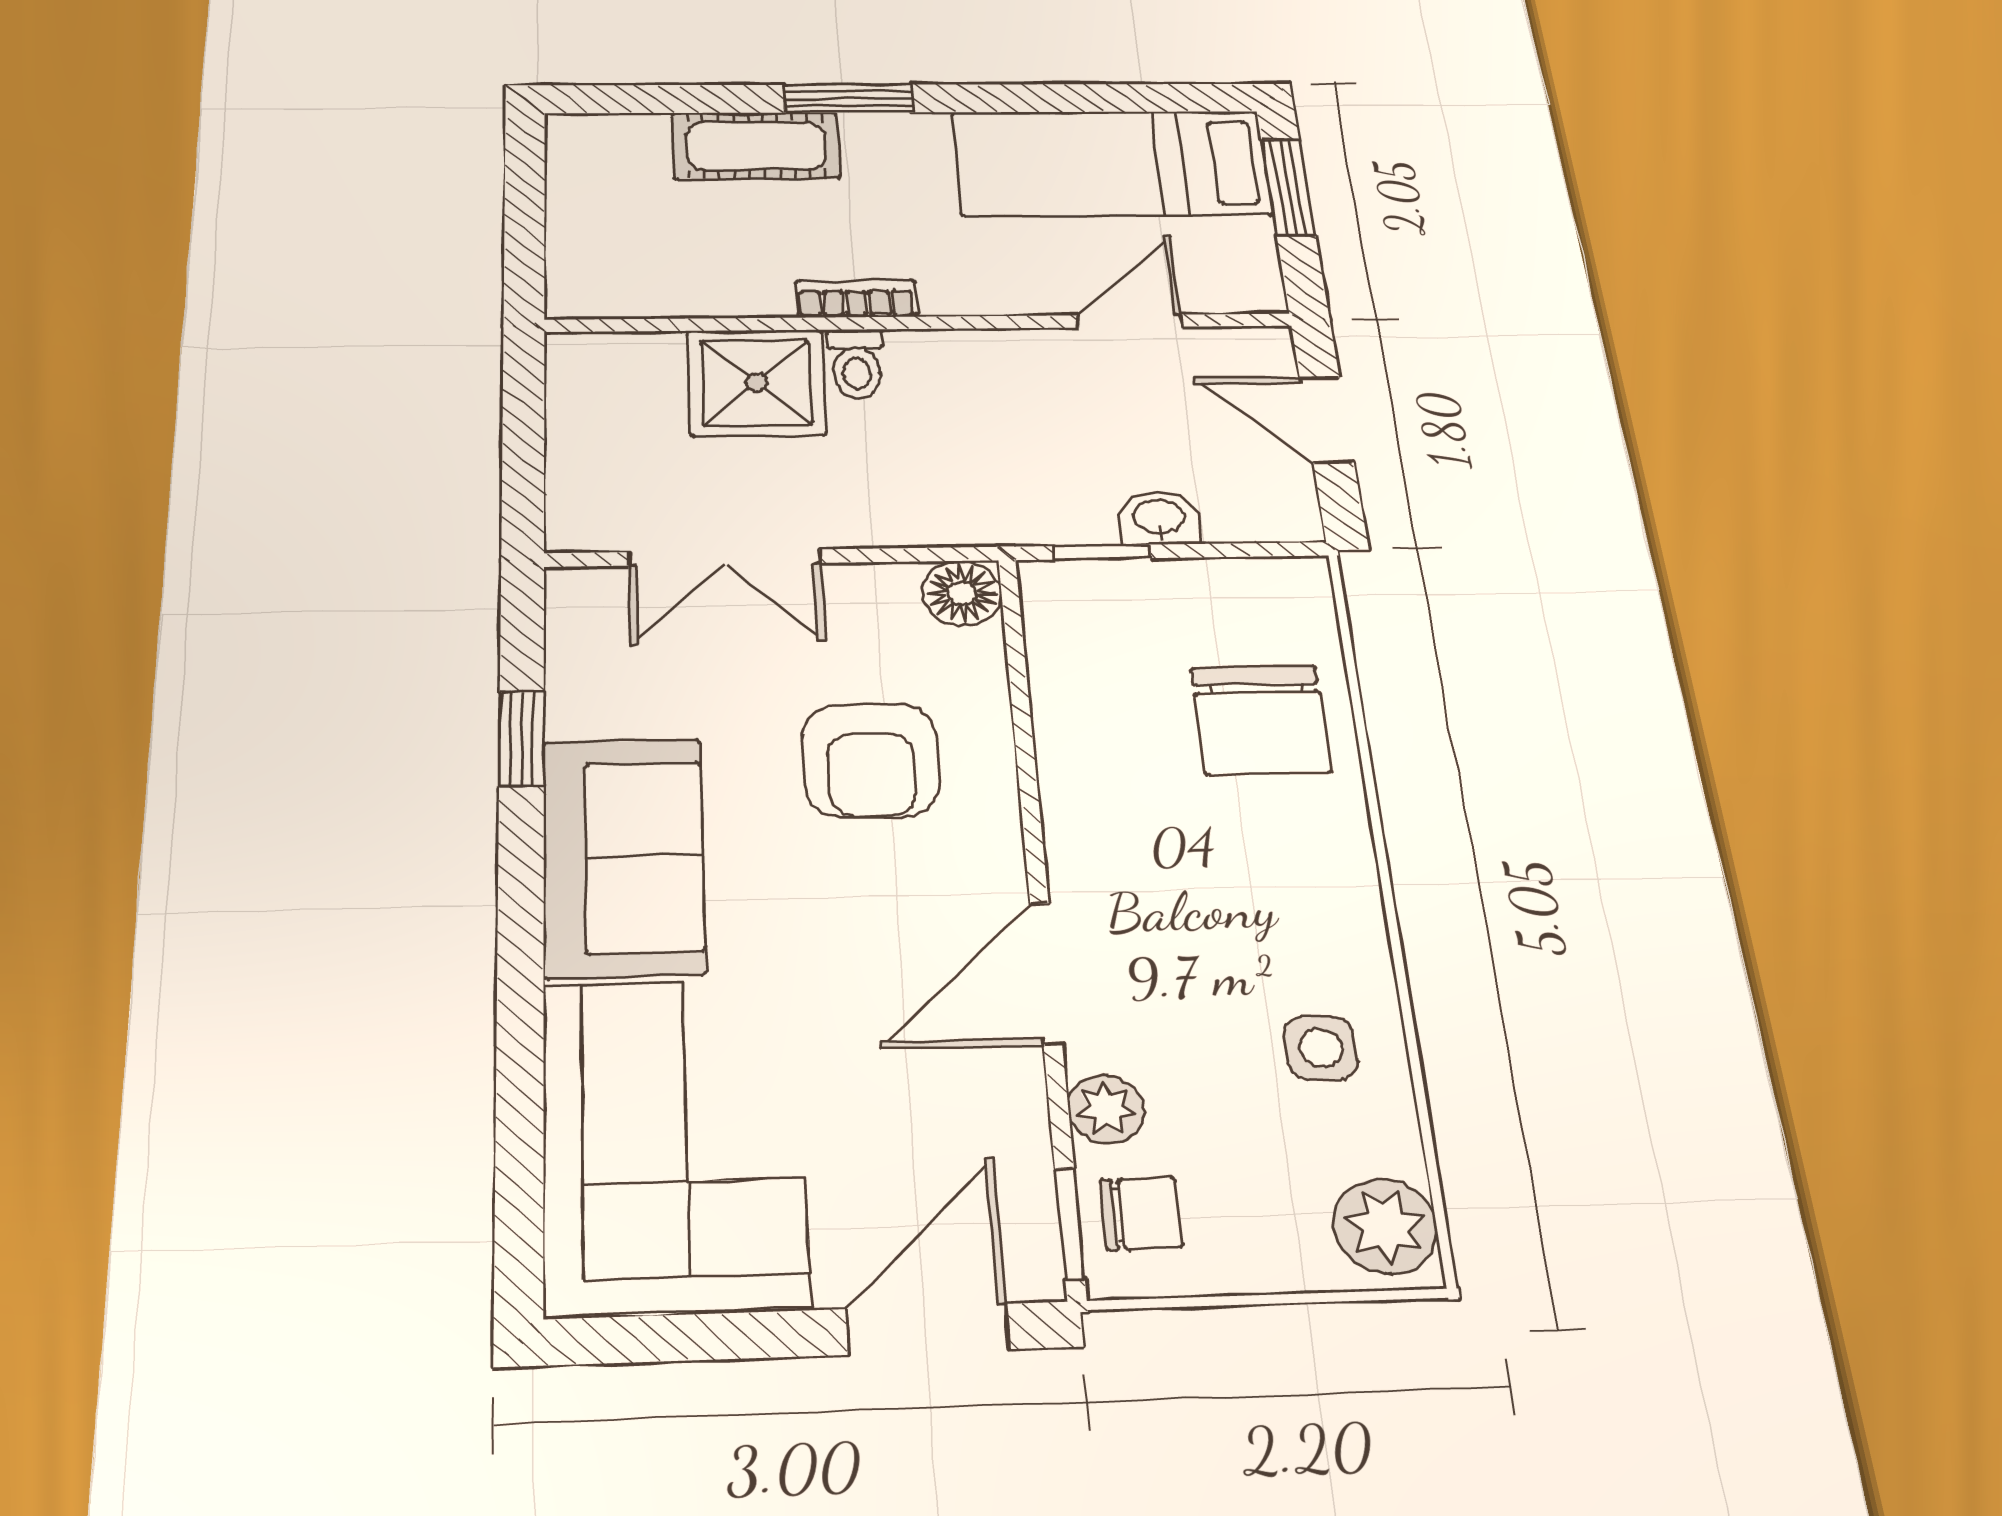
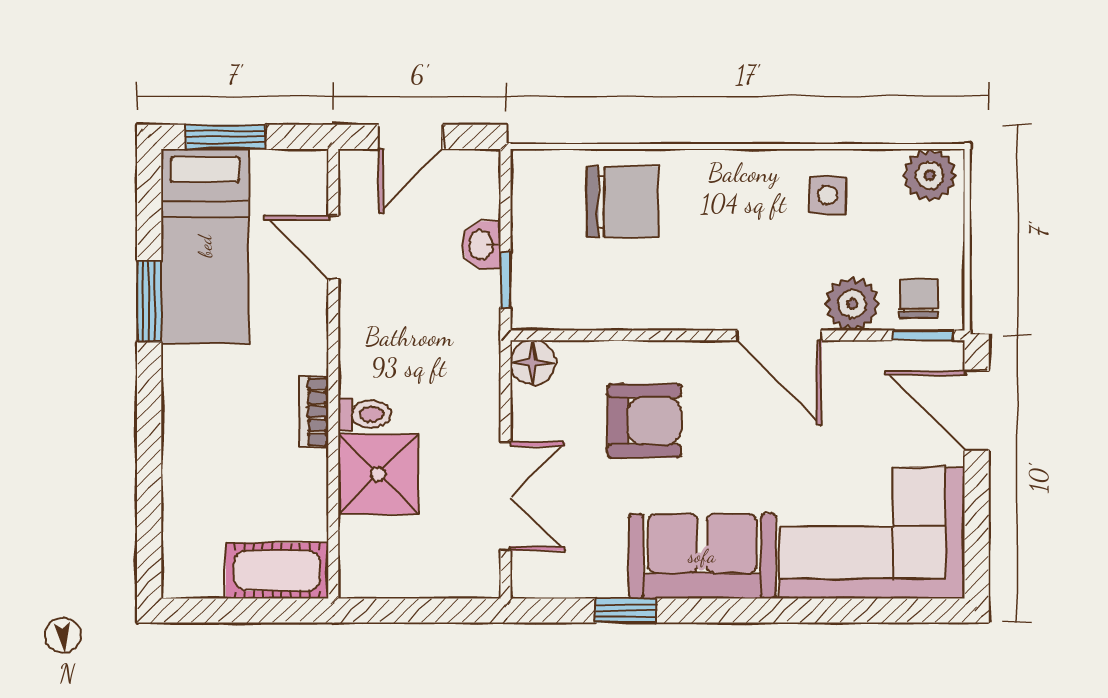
window: (848, 99) -> (149, 301), moved
cot: (756, 146) -> (277, 571), moved, turned 90
plant: (1106, 1109) -> (852, 304), width x1.38, depth x1.38

